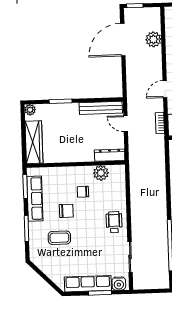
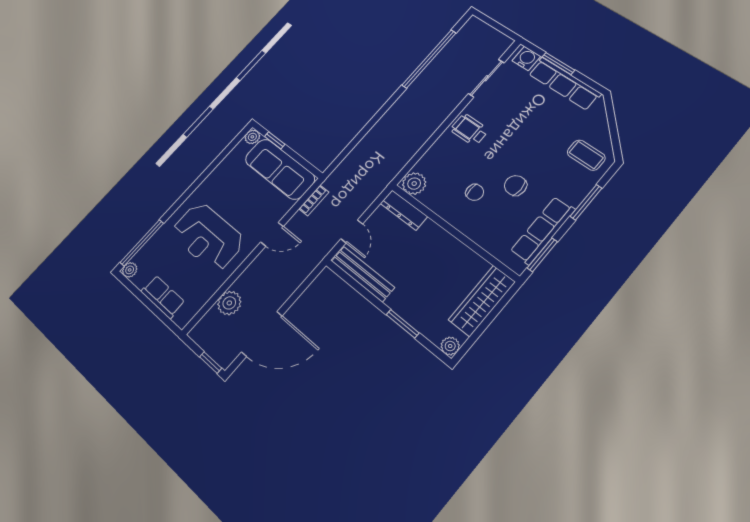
plant: (101, 173) -> (414, 184), moved
wheelchair: (114, 222) -> (469, 130), turned 90
coffee table: (59, 238) -> (586, 155), moved

